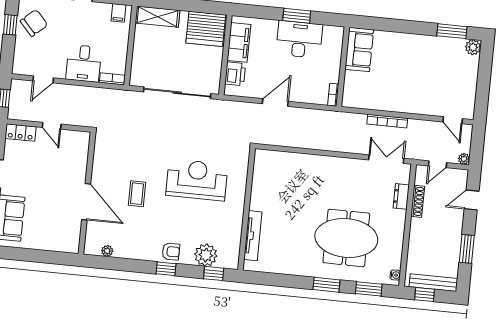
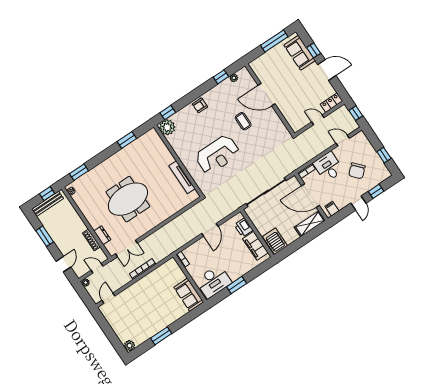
chair: (34, 23) -> (357, 171), moved
server rack: (206, 29) -> (275, 241), width x0.62
window: (452, 31) -> (161, 336), moved
desk: (299, 39) -> (213, 281), moved
door: (130, 48) -> (311, 196), added
door: (43, 79) -> (343, 141), hinge flipped
door: (453, 120) -> (108, 298), hinge flipped
door: (438, 164) -> (97, 268), hinge flipped
tv unit: (253, 236) -> (182, 177), moved
meeting table: (346, 238) -> (128, 199), moved
window: (27, 255) -> (274, 41), added
plant: (206, 255) -> (167, 127), moved
window: (166, 269) -> (221, 77), moved
window: (326, 285) -> (127, 140), moved

